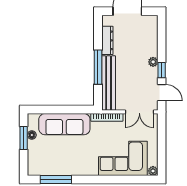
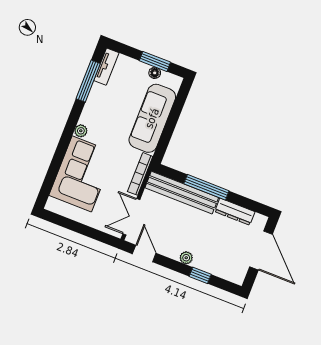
window: (162, 70) -> (200, 275), moved
door: (162, 93) -> (144, 253), swing flipped
tv unit: (41, 171) -> (106, 67), added
plant: (153, 171) -> (81, 131), moved

